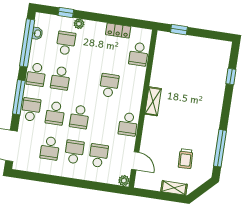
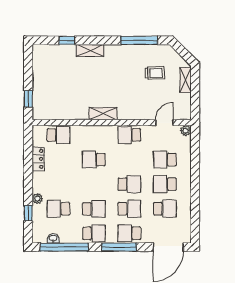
shelving: (217, 98) -> (90, 51), added
school desk: (128, 124) -> (129, 135), turned 180

